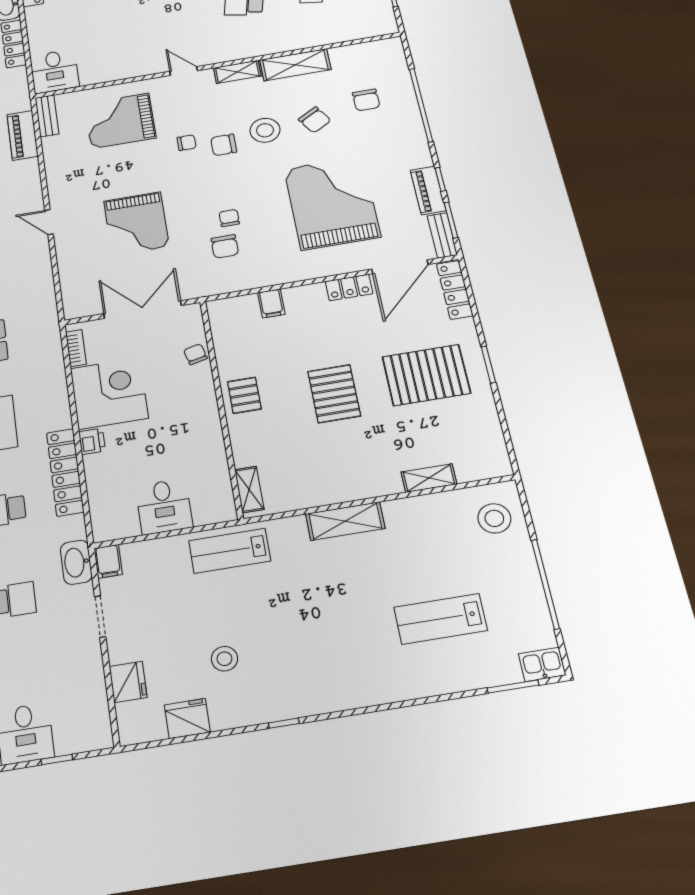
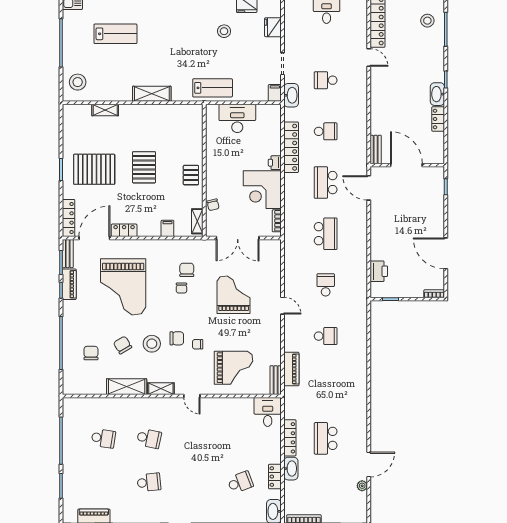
shelving: (249, 489) -> (197, 221), moved
desk: (164, 506) -> (237, 118), width x1.37

